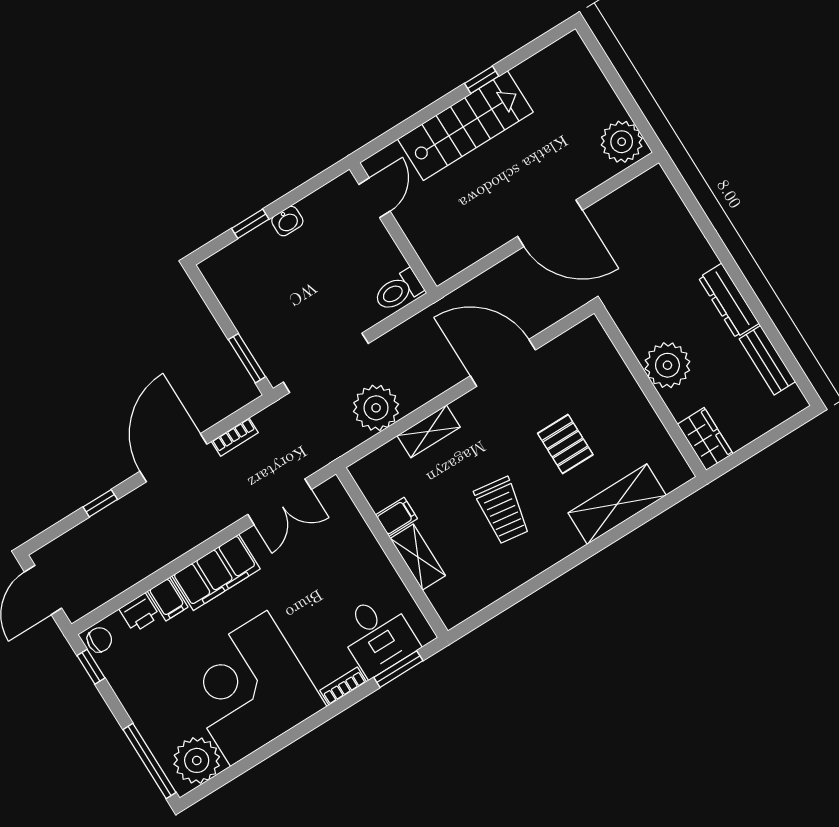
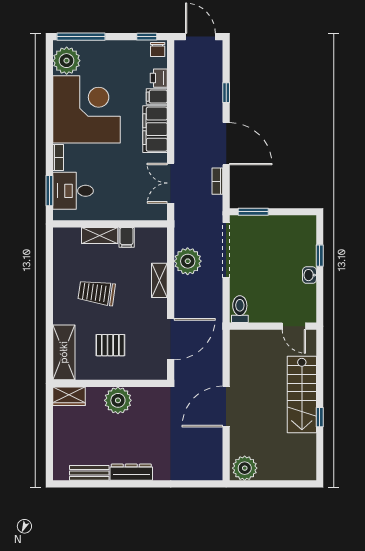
plant: (667, 365) -> (118, 400), moved
wall: (650, 392) -> (110, 383), moved
wardrobe: (705, 439) -> (69, 396), moved

